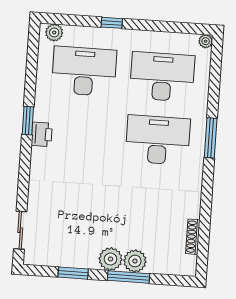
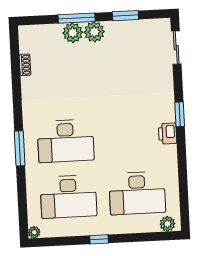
window: (112, 23) -> (99, 239), moved
window: (28, 121) -> (180, 114), moved
shoe rack: (193, 237) -> (25, 65), width x0.70

